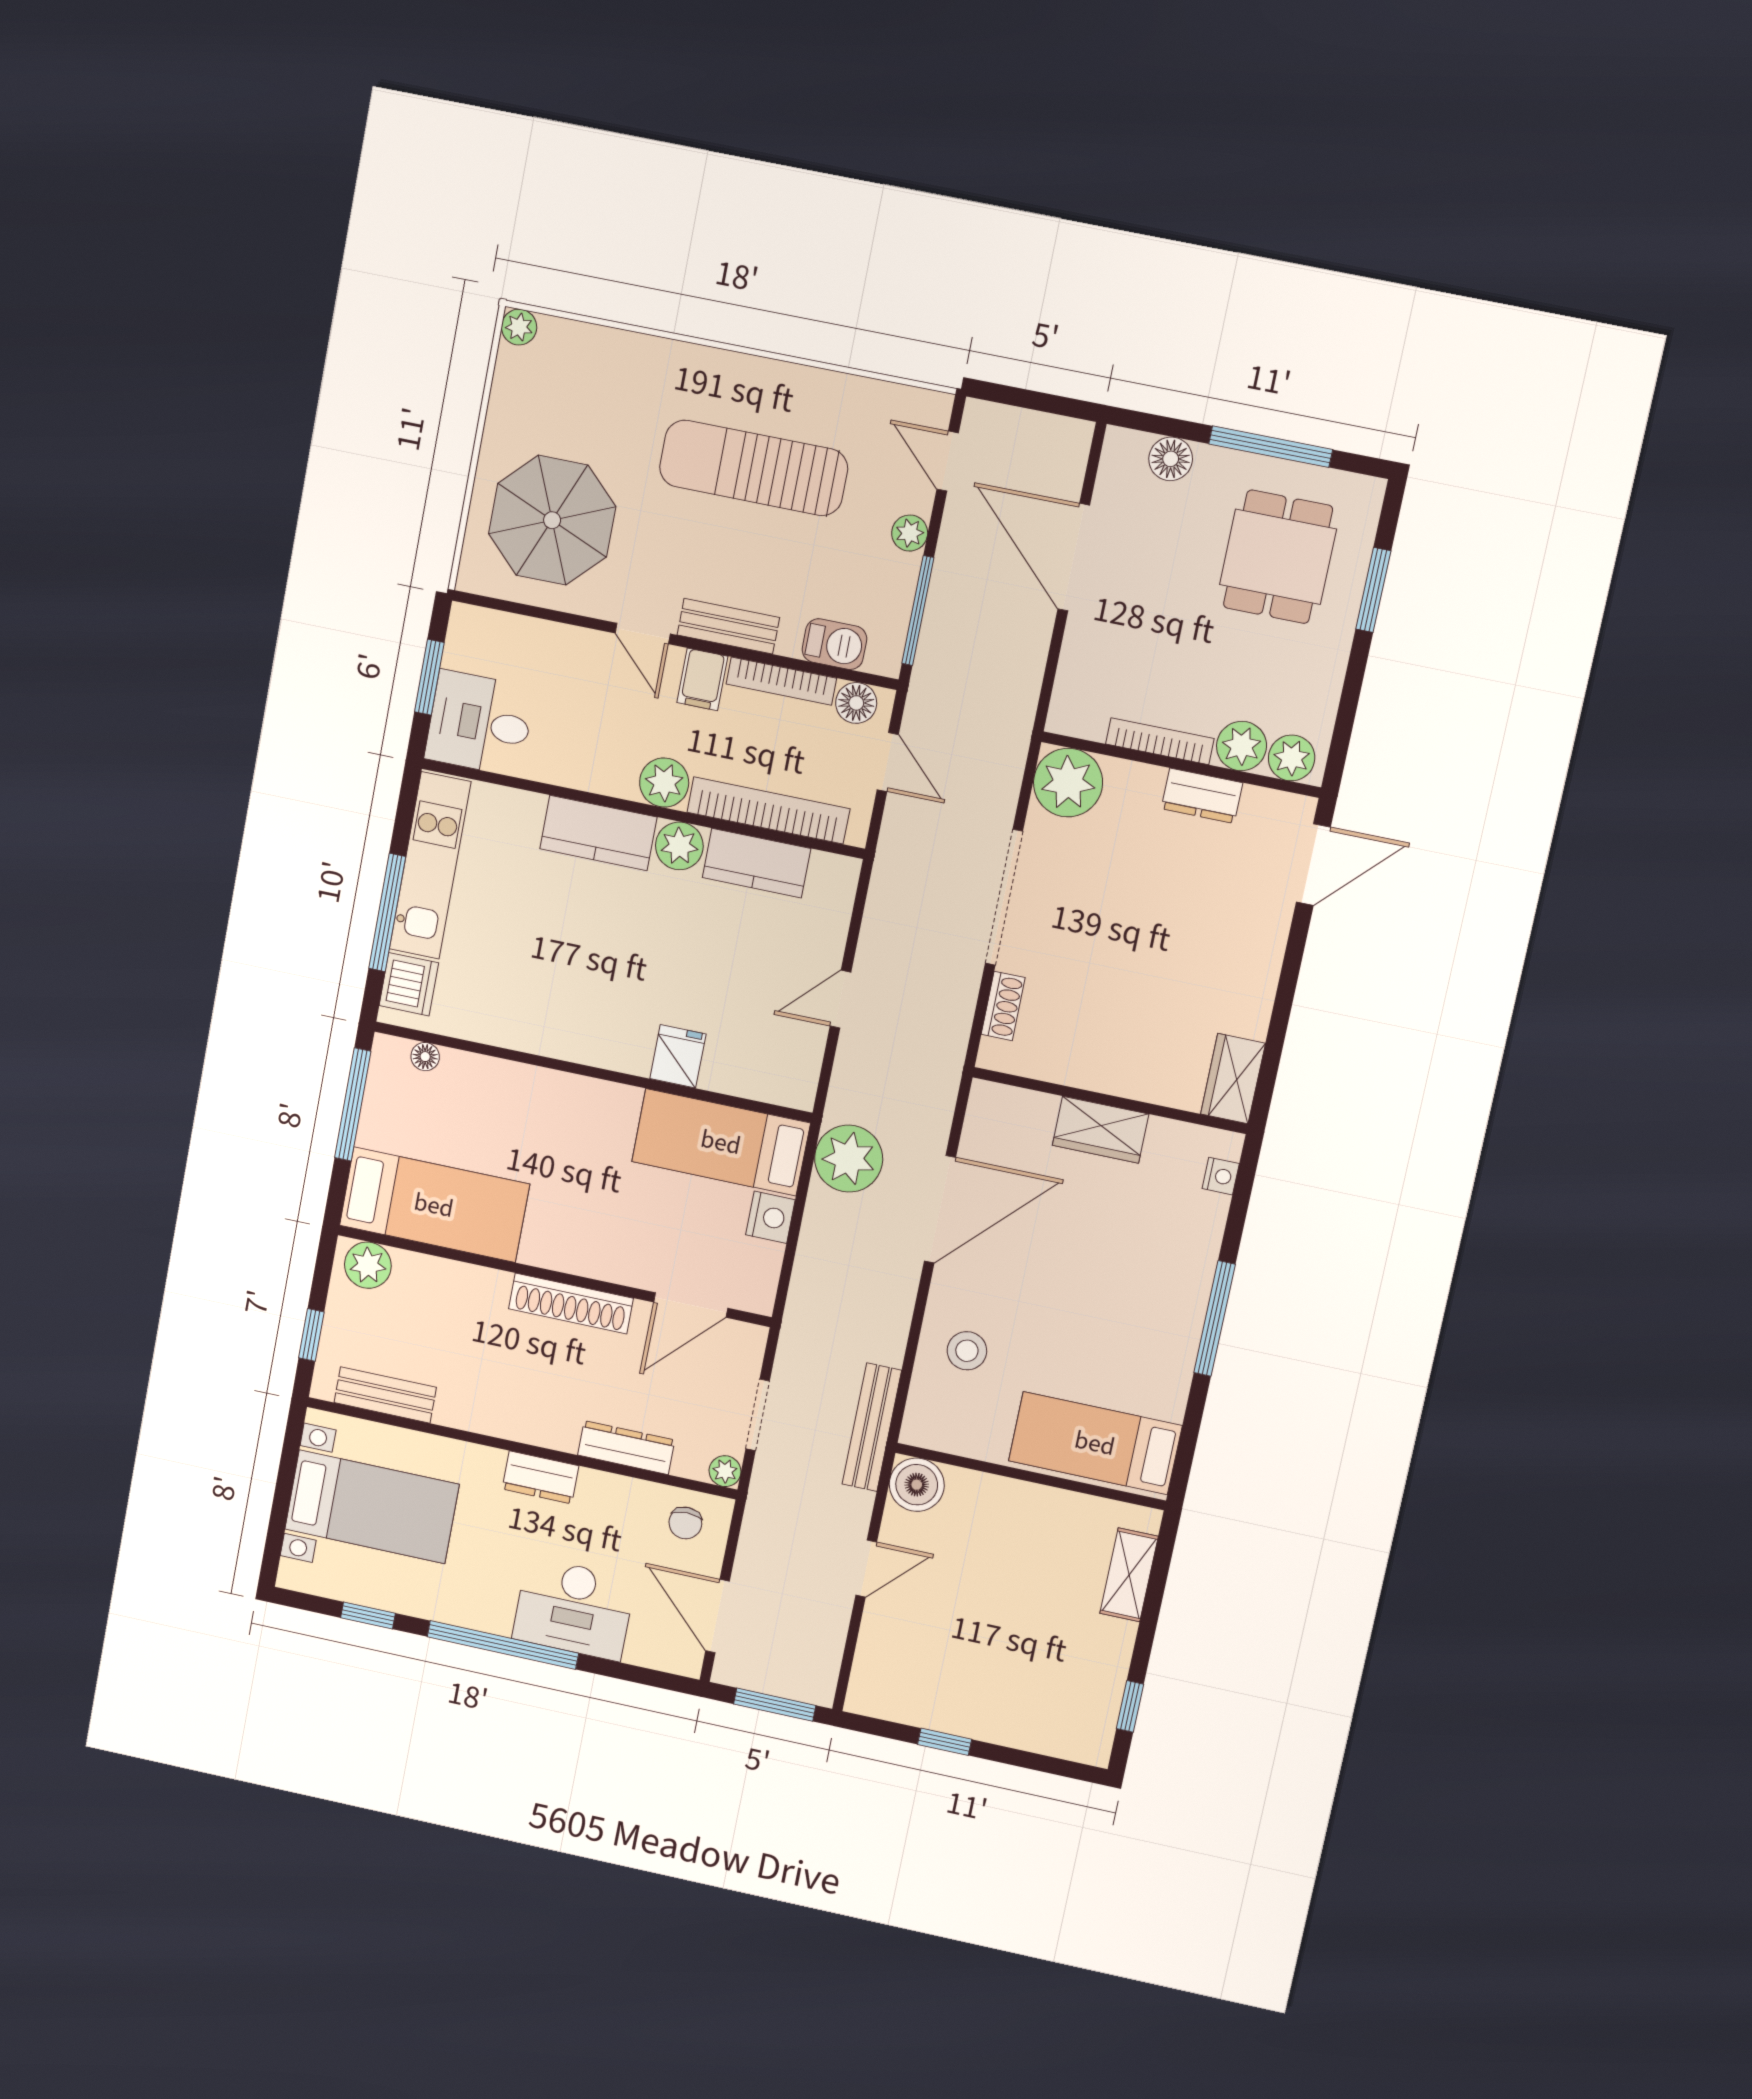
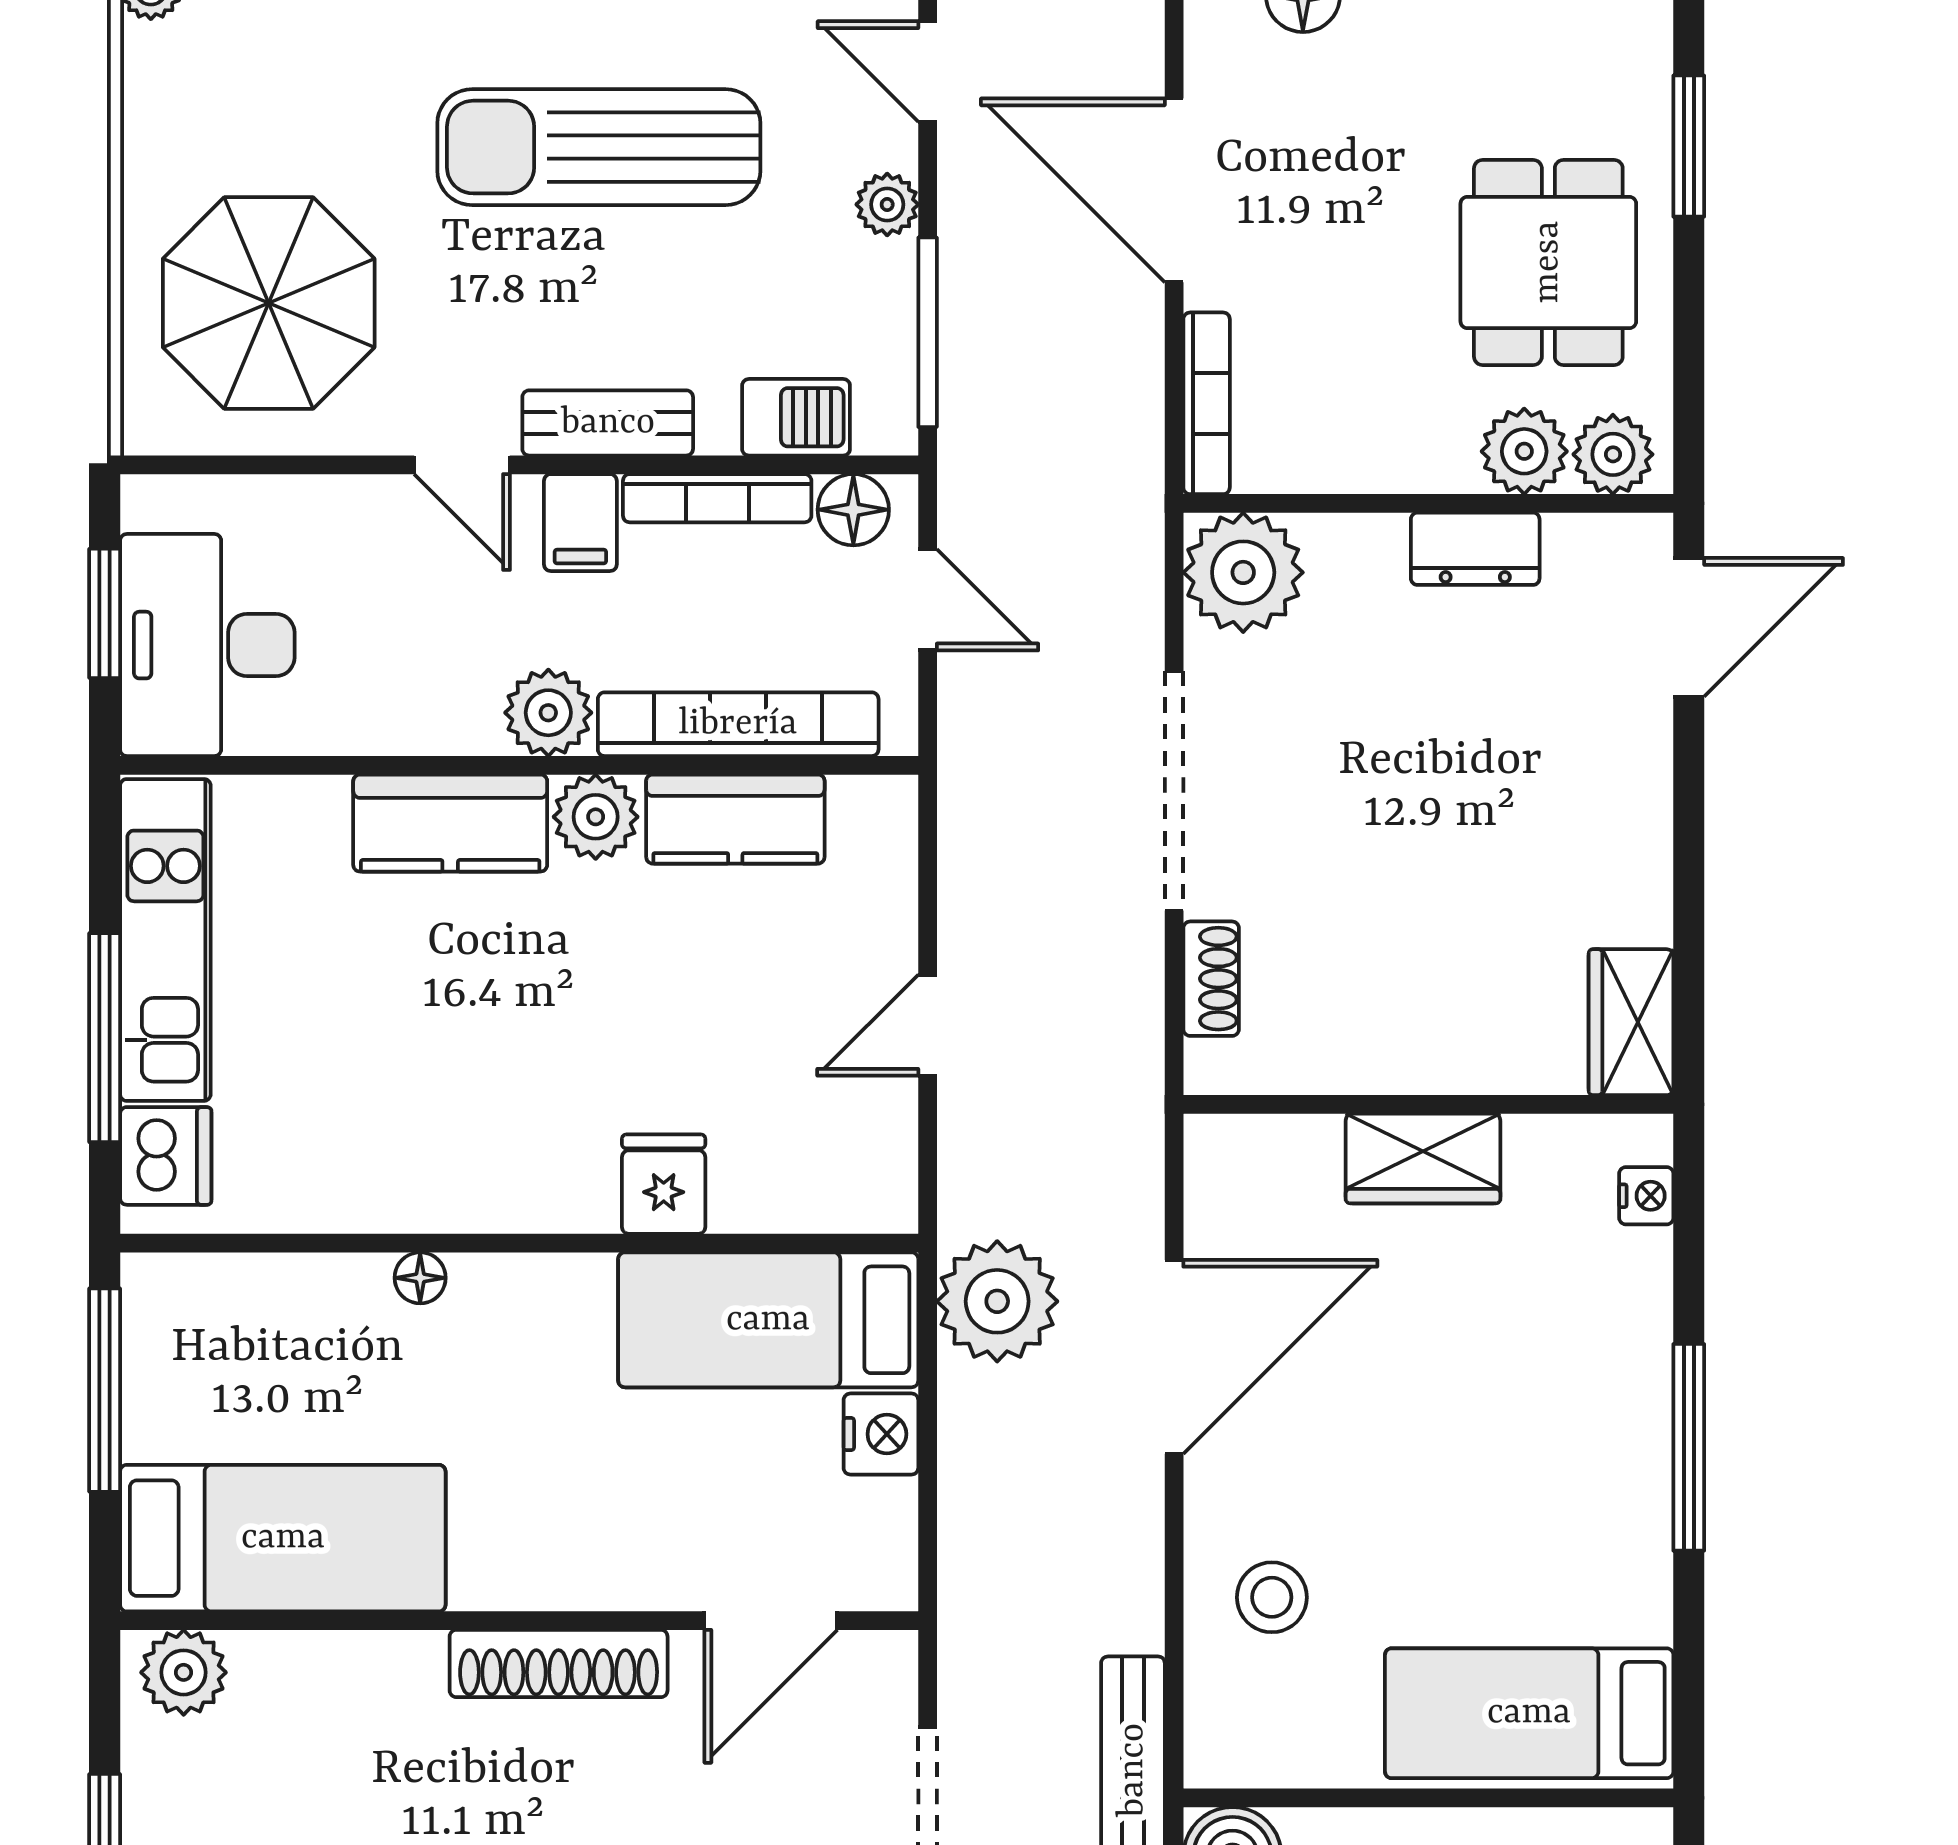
dining table: (1278, 557) -> (1548, 262), moved
desk: (480, 723) -> (207, 645), width x1.37
bookcase: (1160, 741) -> (1207, 403), moved, turned 90
floor lamp: (425, 1057) -> (420, 1278), moved

